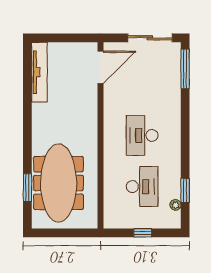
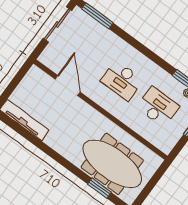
door: (101, 67) -> (68, 86), moved

